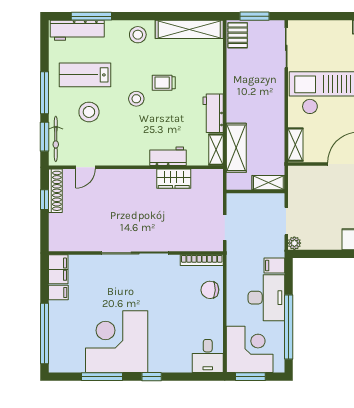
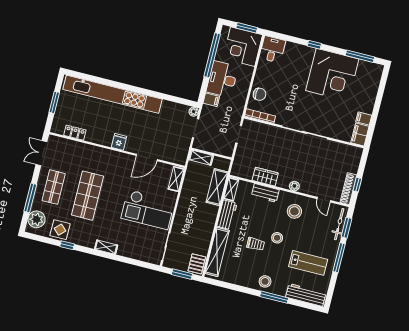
window: (91, 16) -> (274, 297), moved
shelving: (189, 29) -> (217, 252), moved, turned 90
stool: (89, 112) -> (294, 211), moved
door: (86, 167) -> (324, 200), swing flipped
plant: (130, 176) -> (294, 186), added
window: (44, 334) -> (380, 93), removed
window: (102, 377) -> (360, 56), moved

